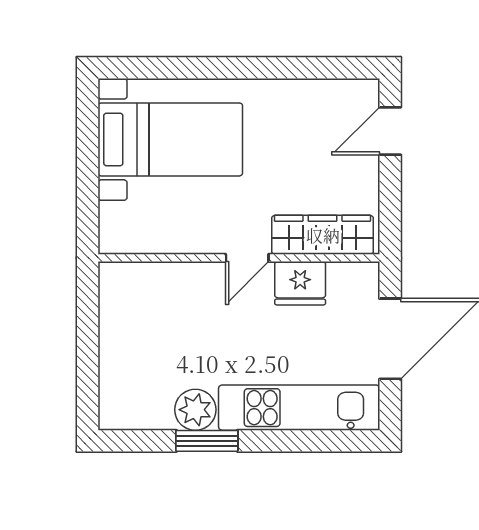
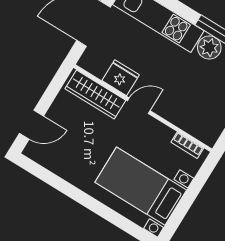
bookcase: (138, 244) -> (187, 145), added

